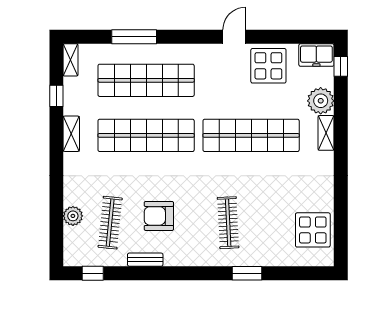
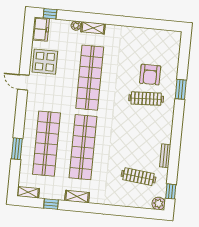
window: (134, 37) -> (17, 149), width x0.69
plant: (321, 101) -> (76, 26), width x0.53, depth x0.53
plant: (73, 216) -> (159, 203), moved
armchair: (159, 216) -> (150, 75), moved
display table: (313, 230) -> (156, 43), removed

